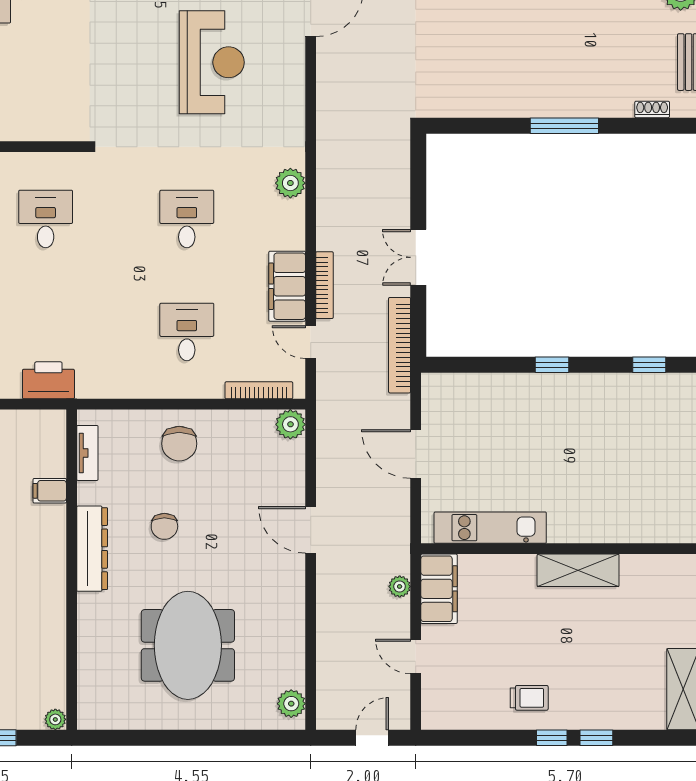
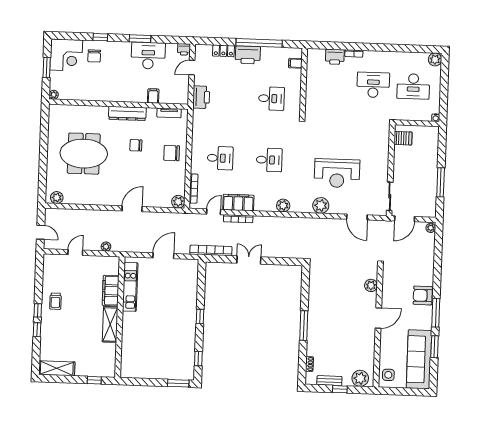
plant: (287, 97) -> (321, 205), added
filing cabinet: (439, 589) -> (111, 291), moved, turned 90

